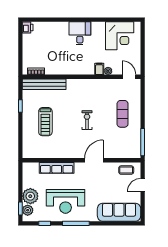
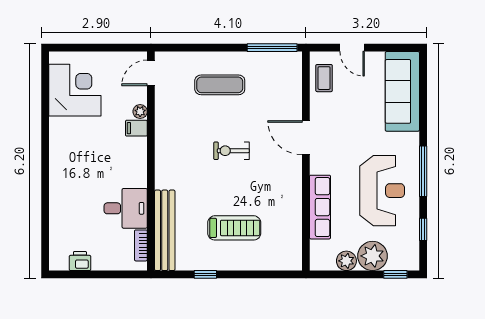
printer: (28, 27) -> (80, 261), moved
desk: (80, 33) -> (126, 208), moved, turned 180
plant: (28, 210) -> (346, 261), moved

